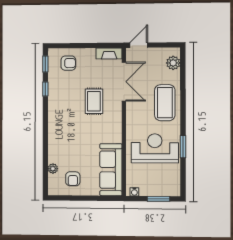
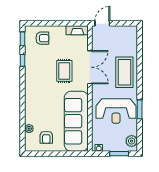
plant: (173, 63) -> (132, 141), moved
double door: (124, 82) -> (90, 67), moved
reception desk: (155, 148) -> (116, 111), turned 180
sofa: (111, 170) -> (76, 121), width x1.36, depth x1.27

